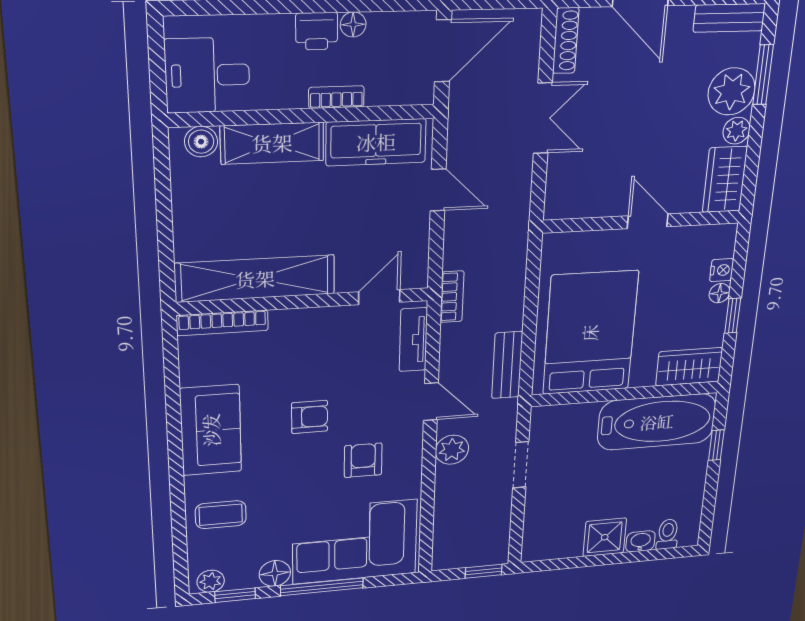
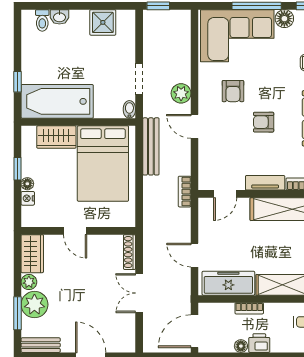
shoe rack: (566, 41) -> (130, 252), moved
tv unit: (413, 340) -> (265, 183), moved, turned -90
bench: (507, 365) -> (151, 146), width x1.36
wardrobe: (689, 367) -> (56, 137), moved
bidet: (540, 419) -> (129, 109), added
shower: (605, 537) -> (103, 22), moved

